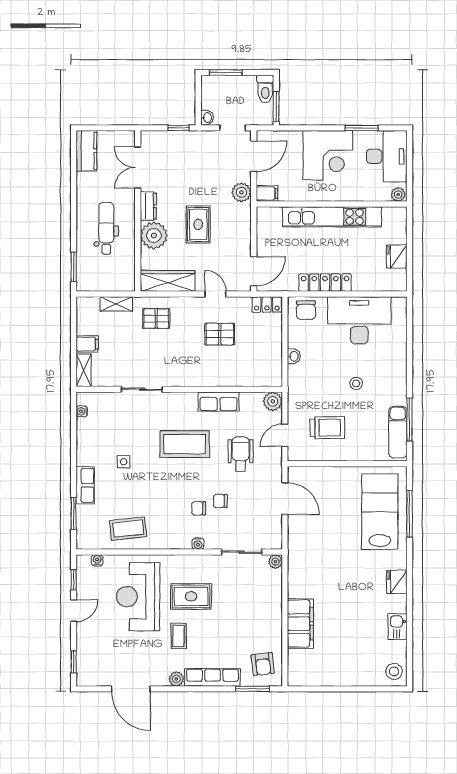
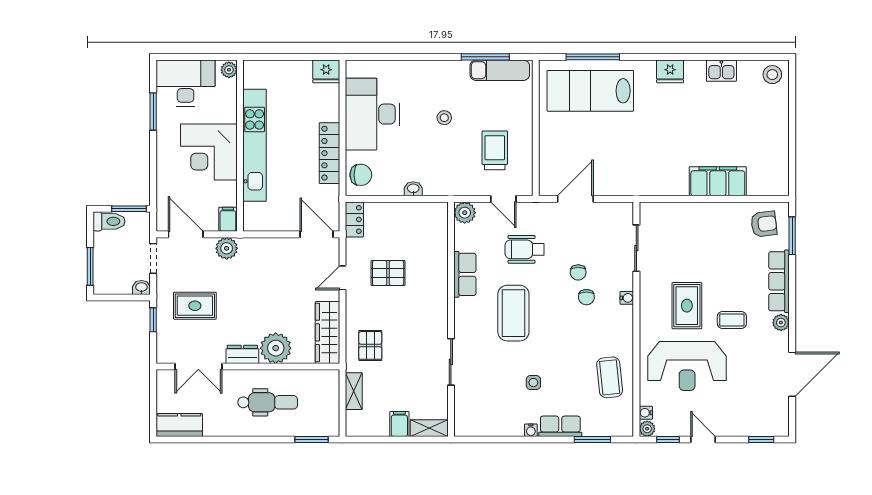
corner desk: (328, 155) -> (209, 152), moved, turned 180
rug: (198, 224) -> (195, 306), moved
dental chair: (106, 228) -> (268, 402), turned 180
fridge: (397, 257) -> (326, 71), moved
pallet: (220, 334) -> (388, 273), turned 90
water cooler: (82, 411) -> (531, 430), moved
plant: (275, 562) -> (647, 429), moved

